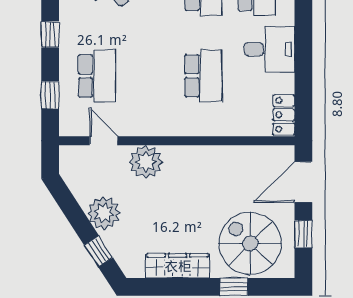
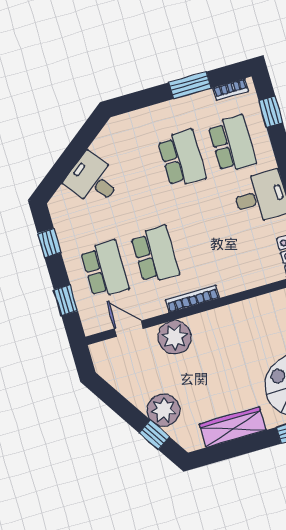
school desk: (203, 76) -> (155, 255), moved
bookcase: (174, 129) -> (192, 299), added
plant: (104, 213) -> (163, 410), moved

